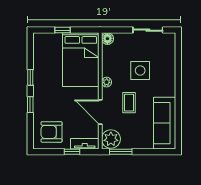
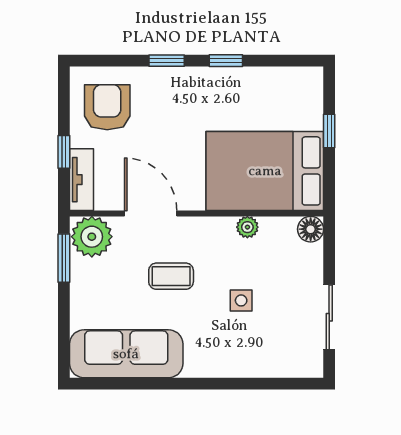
side table: (140, 71) -> (241, 300), width x0.54, depth x0.54
plant: (107, 82) -> (247, 227), moved
door: (100, 112) -> (151, 213), hinge flipped

